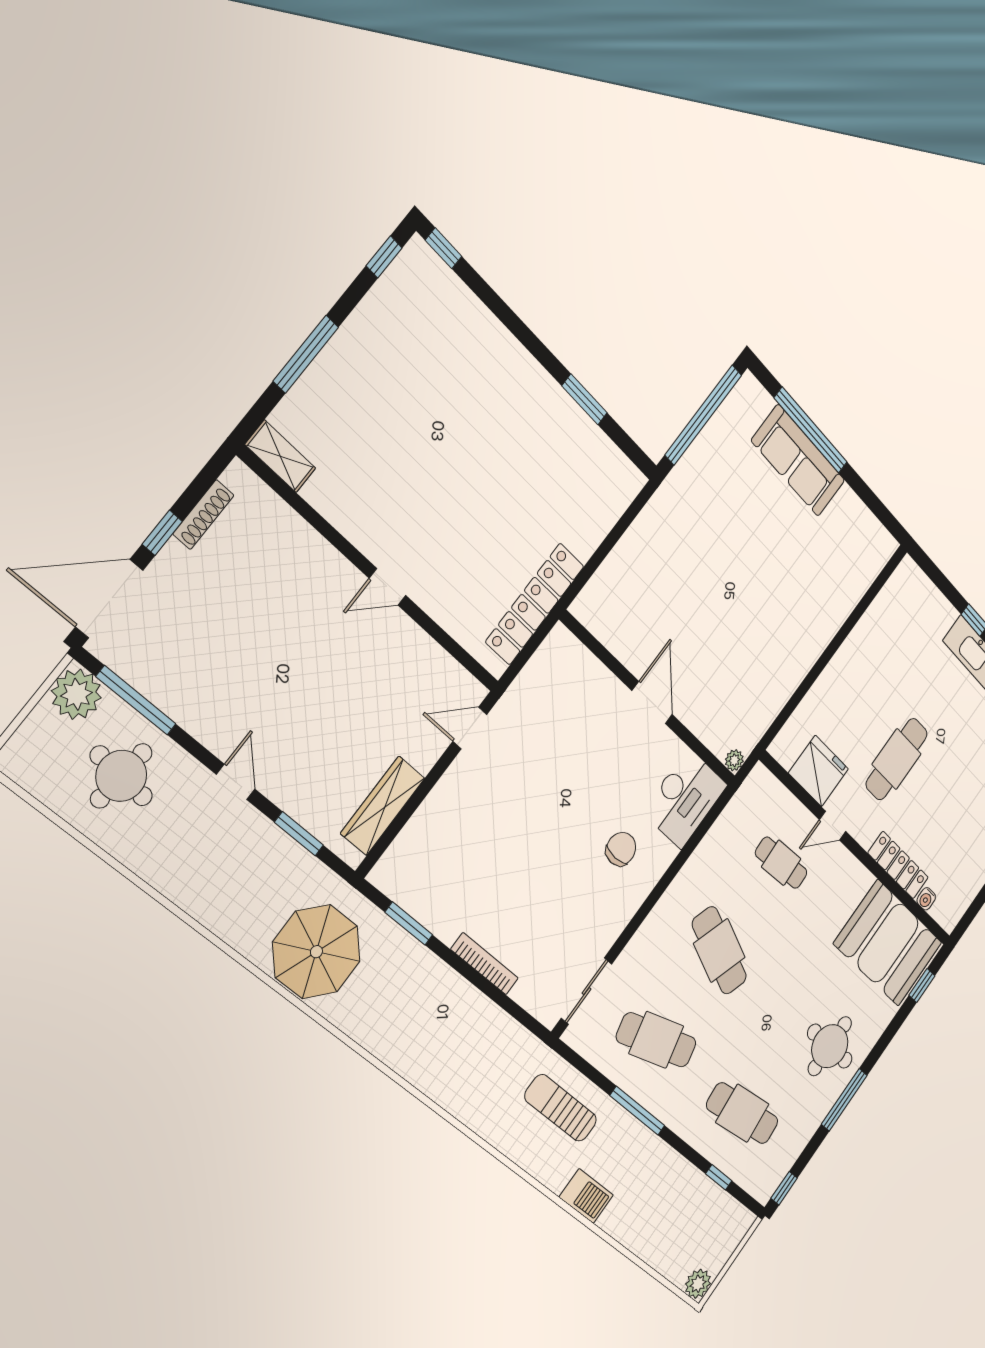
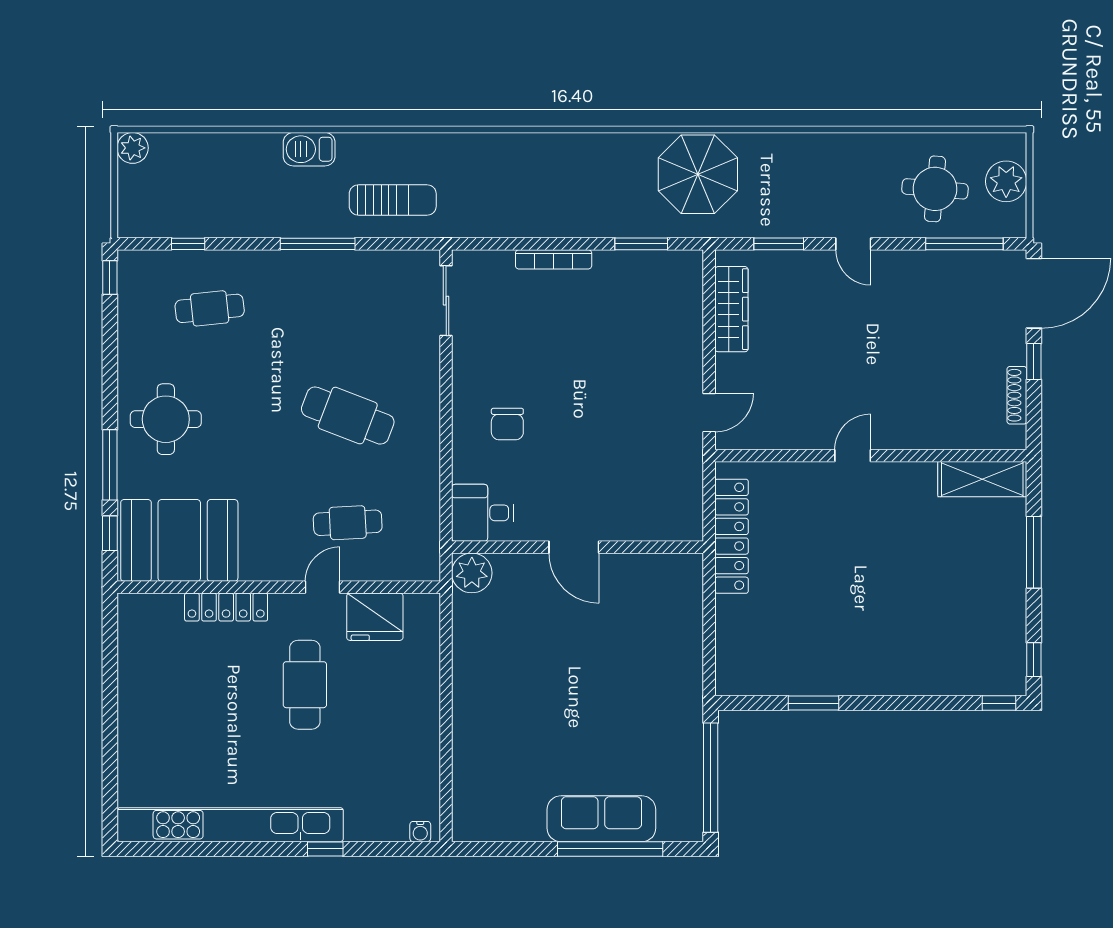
shelving: (280, 456) -> (982, 479), width x1.50, depth x1.33
plant: (76, 694) -> (1006, 181), moved
plant: (734, 760) -> (472, 573), width x1.88, depth x1.88
desk: (685, 799) -> (483, 513), width x0.73
water cooler: (926, 899) -> (420, 832), moved, turned 180
cafe table: (656, 1040) -> (348, 308), removed
window: (844, 1100) -> (110, 465), moved
cafe table: (742, 1113) -> (210, 308), width x0.73, depth x0.74

